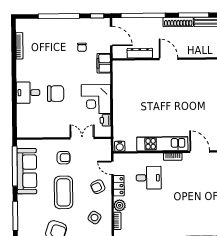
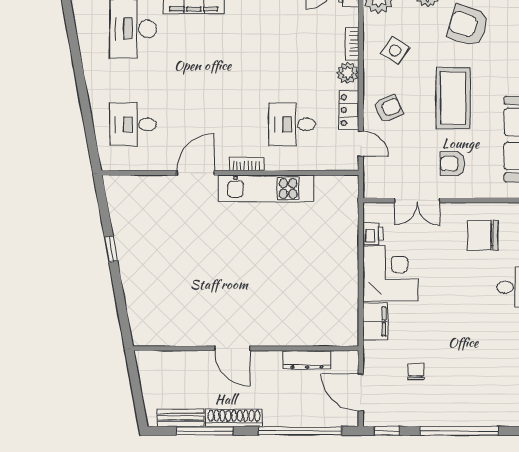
door: (169, 59) -> (232, 348), moved
filing cabinet: (104, 63) -> (375, 321), moved
chair: (56, 94) -> (483, 235), moved
water cooler: (120, 146) -> (346, 184), removed
door: (200, 152) -> (196, 173), swing flipped

